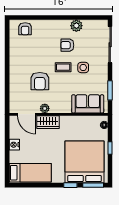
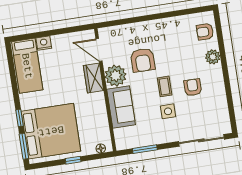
plant: (76, 26) -> (213, 57), moved
armchair: (40, 81) -> (143, 60), turned -90
sofa: (88, 104) -> (121, 107), moved
plant: (45, 108) -> (116, 76), width x1.87, depth x1.87
door: (27, 114) -> (99, 50), hinge flipped
nightstand: (14, 145) -> (44, 43), moved

